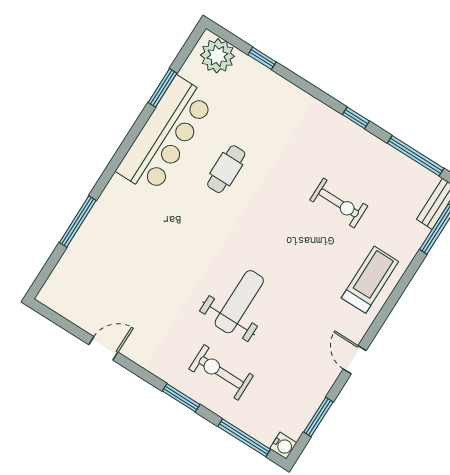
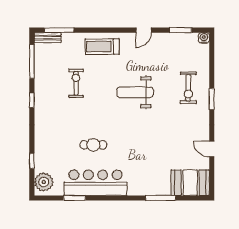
booth: (72, 282) -> (190, 183), added
weight bench: (239, 302) -> (135, 92), moved
window: (244, 438) -> (212, 58), removed

